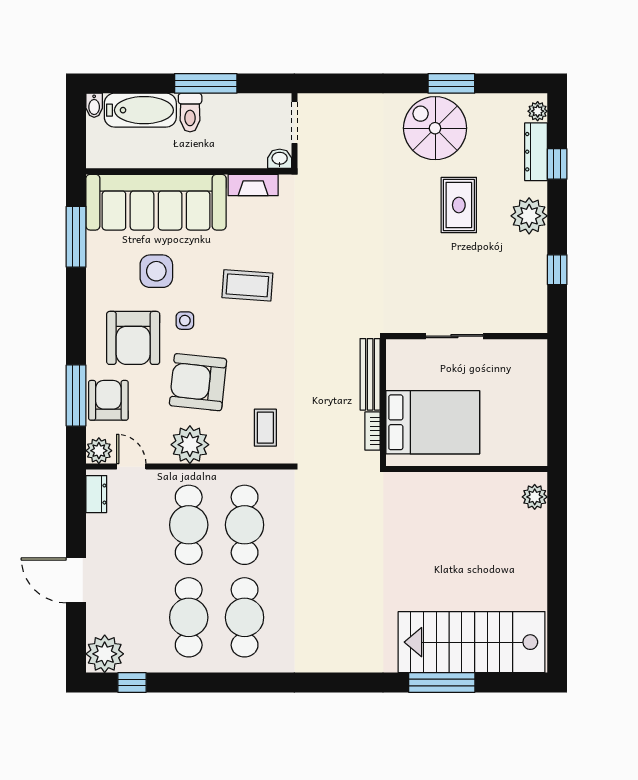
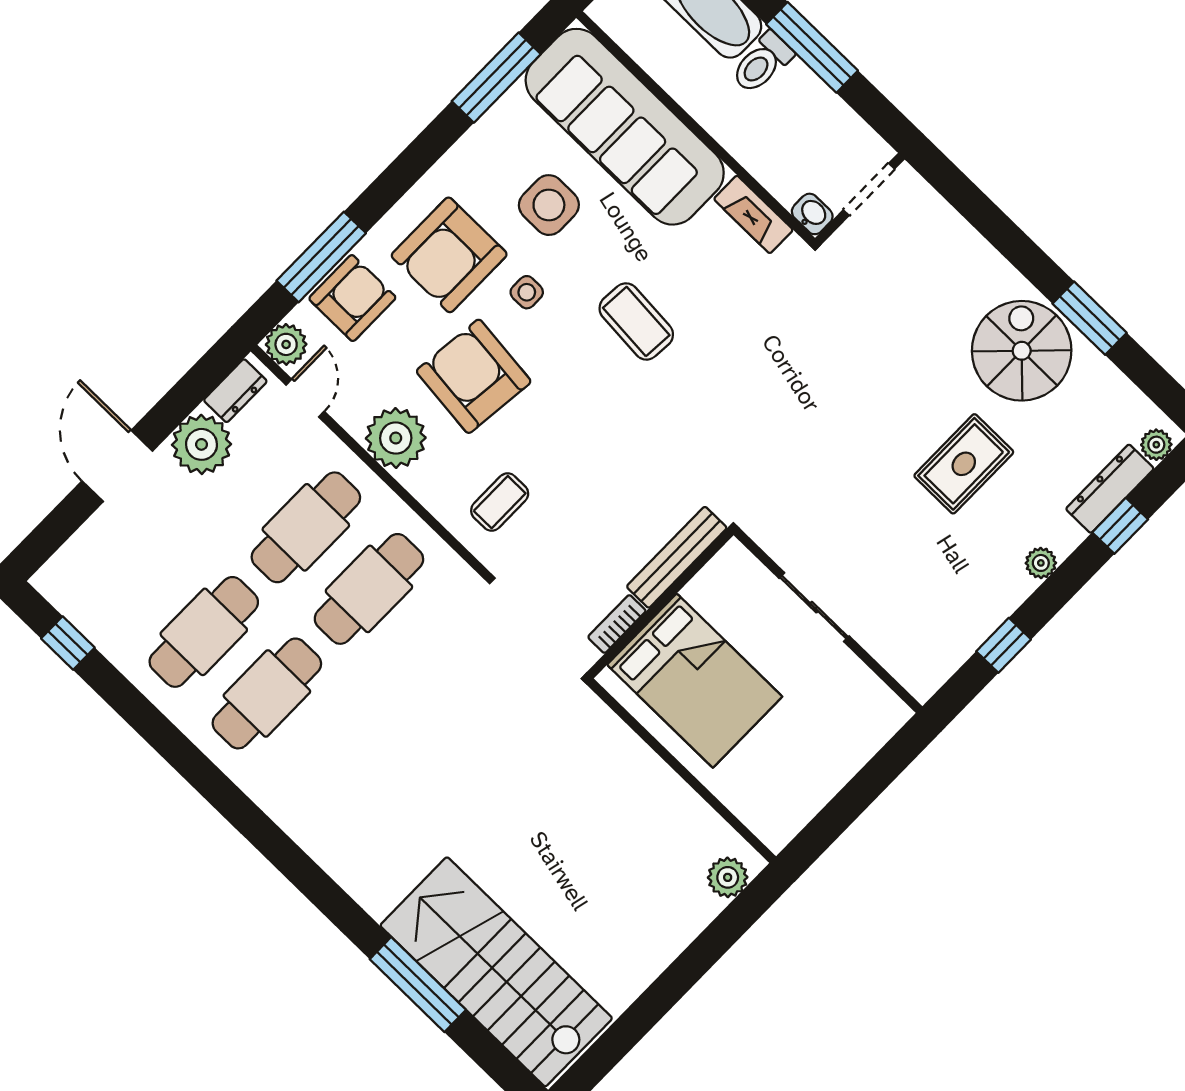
plant: (529, 216) -> (1041, 563), width x0.53, depth x0.53
plant: (105, 654) -> (201, 444), moved

